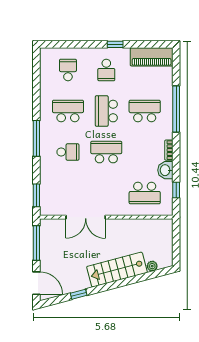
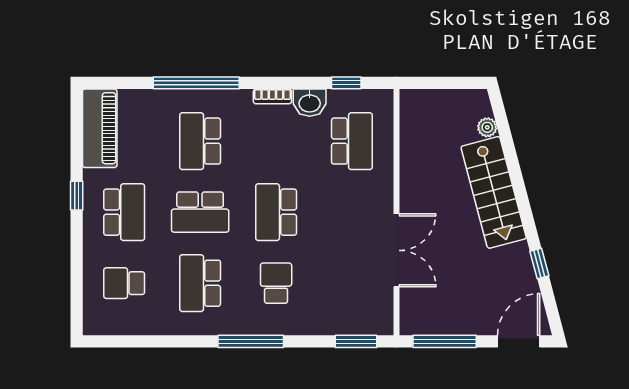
school desk: (106, 70) -> (124, 212), width x1.85

